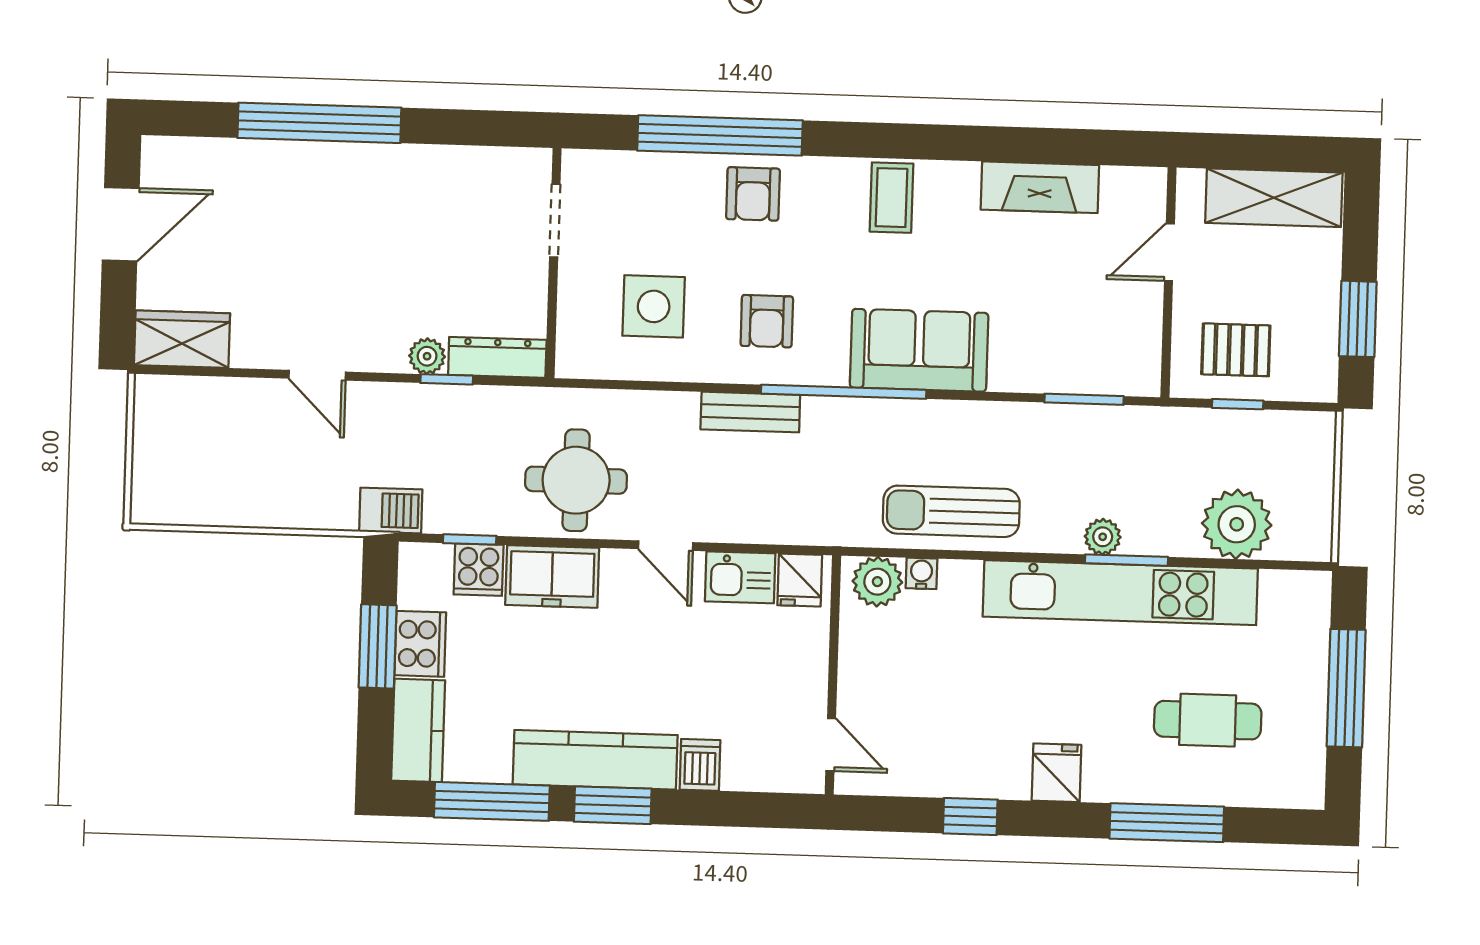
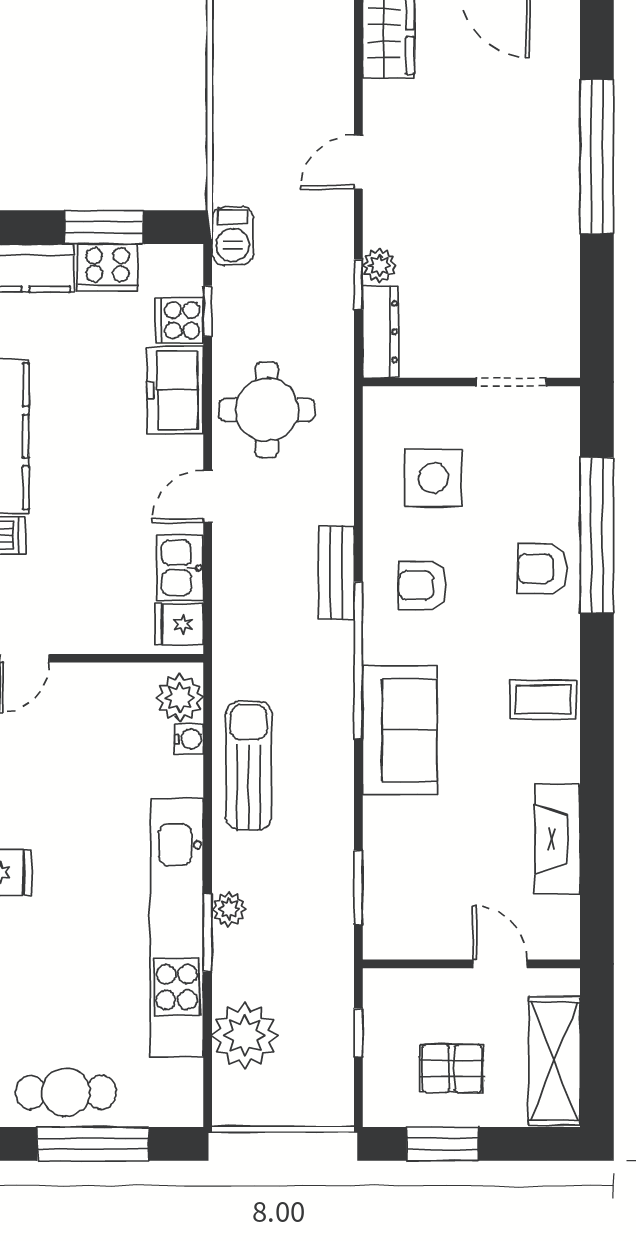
pallet: (1236, 350) -> (452, 1069), moved, turned 90
cafe table: (1208, 720) -> (66, 1092), moved, turned 90

